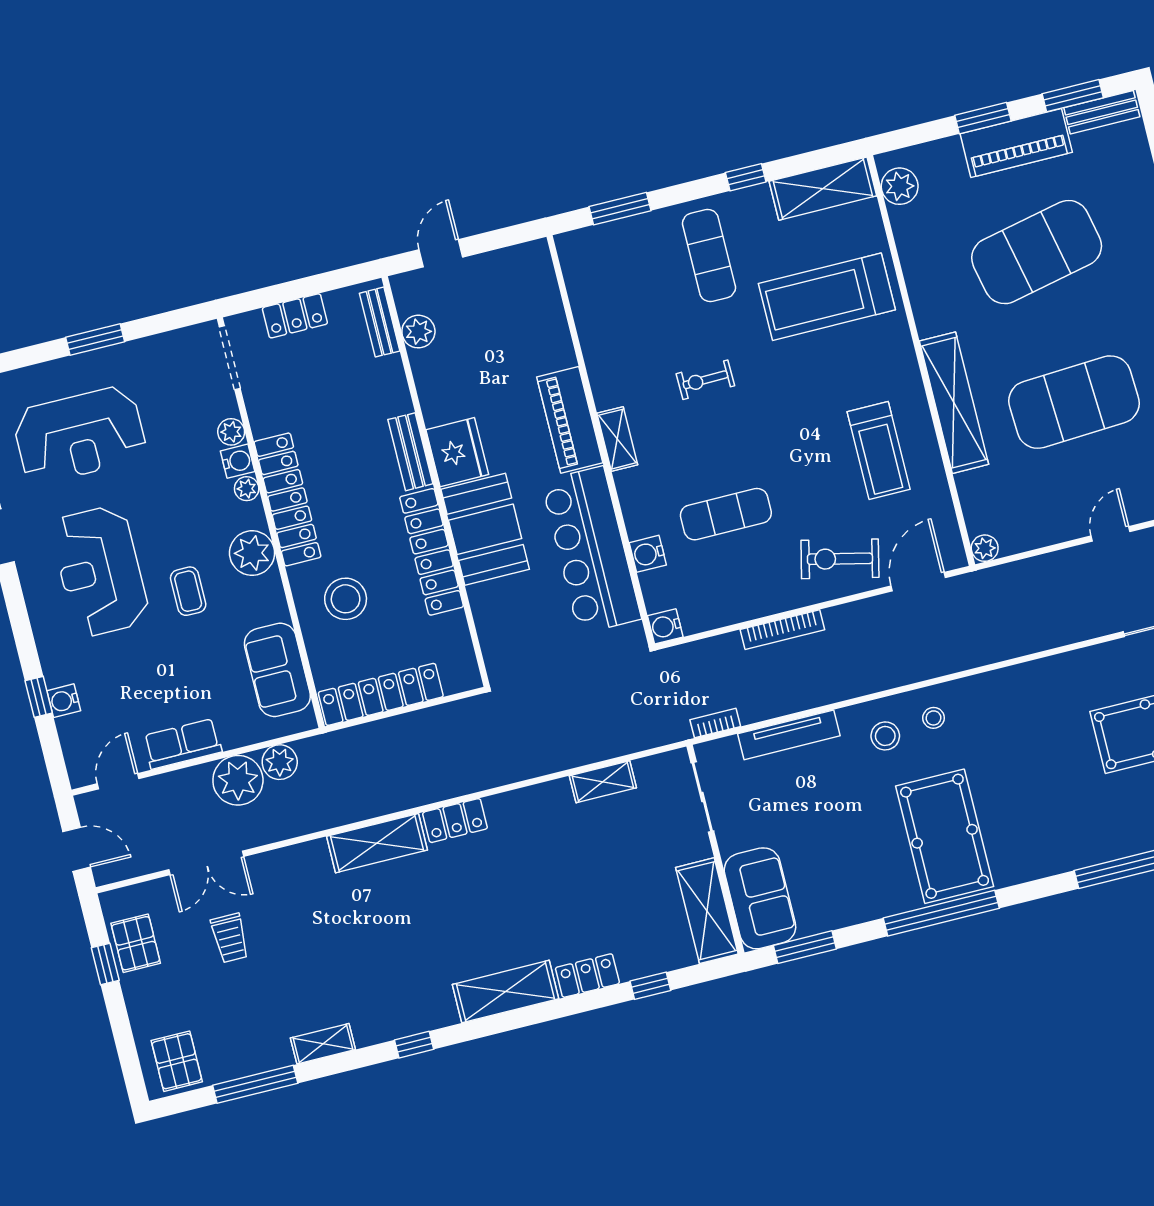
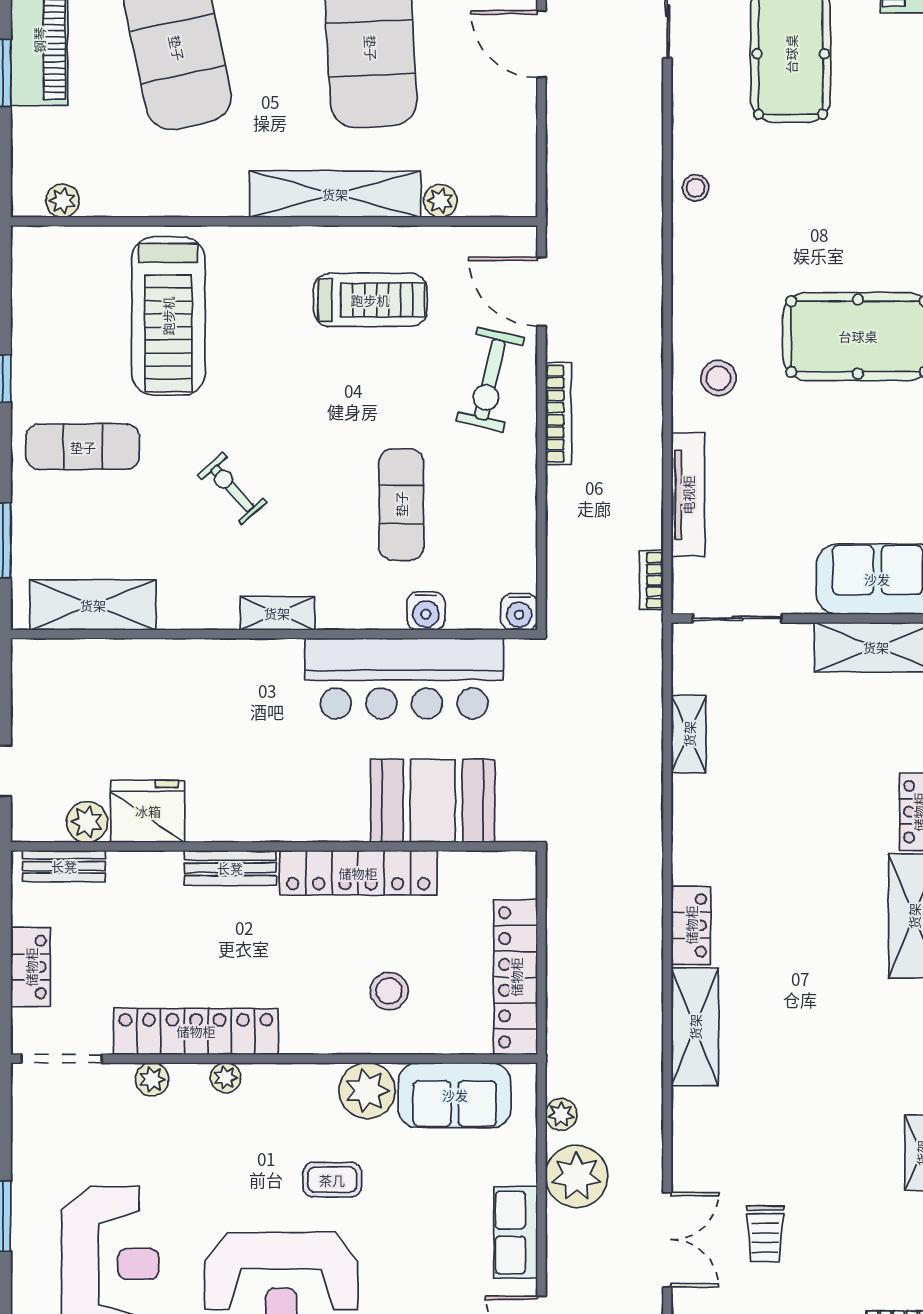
plant: (900, 186) -> (62, 201), width x0.73, depth x0.73
shelving: (823, 189) -> (93, 605), moved, turned 90
exercise bike: (705, 380) -> (232, 489), turned 139
piano: (570, 420) -> (240, 665), removed
fridge: (457, 452) -> (148, 811), moved
water cooler: (238, 461) -> (190, 1080), removed
locker: (287, 499) -> (196, 1031), moved
booth: (485, 529) -> (433, 801), moved
door: (1110, 534) -> (541, 44), width x1.38
plant: (985, 548) -> (440, 201), moved
plant: (252, 553) -> (367, 1091), moved
stool: (346, 599) -> (389, 991), width x0.73, depth x0.73
bookcase: (782, 630) -> (558, 414), moved
stool: (934, 718) -> (696, 188), moved
plant: (280, 762) -> (561, 1114), width x0.73, depth x0.73
trolley: (230, 938) -> (765, 1234), turned 90

